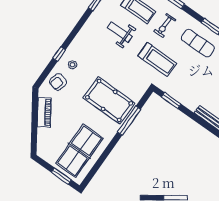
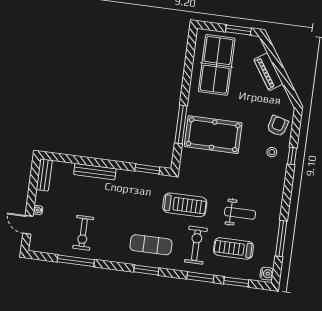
exercise bike: (165, 25) -> (196, 245), width x1.38, depth x1.39
treadmill: (157, 60) -> (185, 205), turned 180
piano: (44, 112) -> (268, 72), moved
window: (61, 176) -> (238, 30), moved

